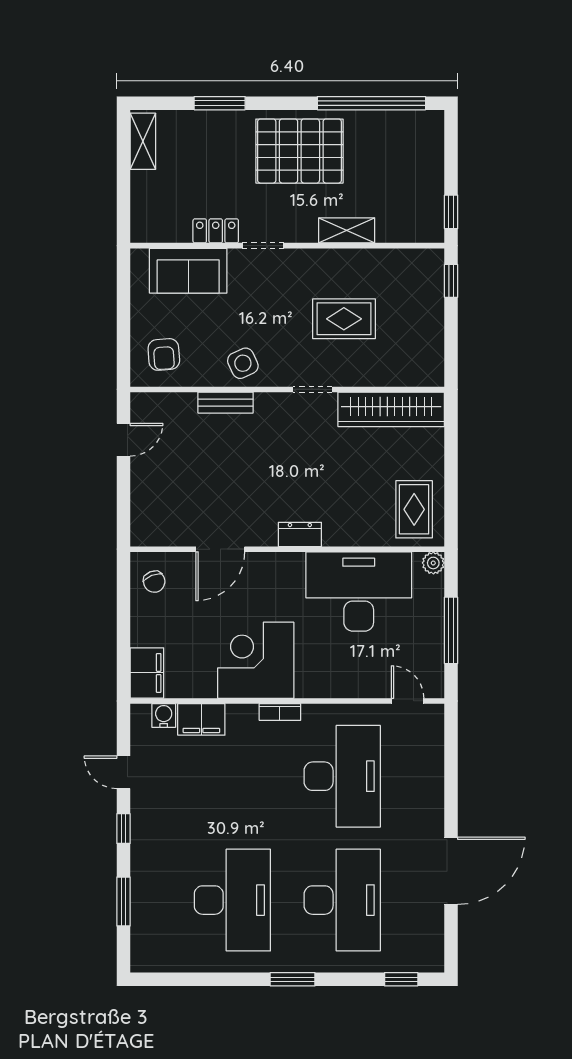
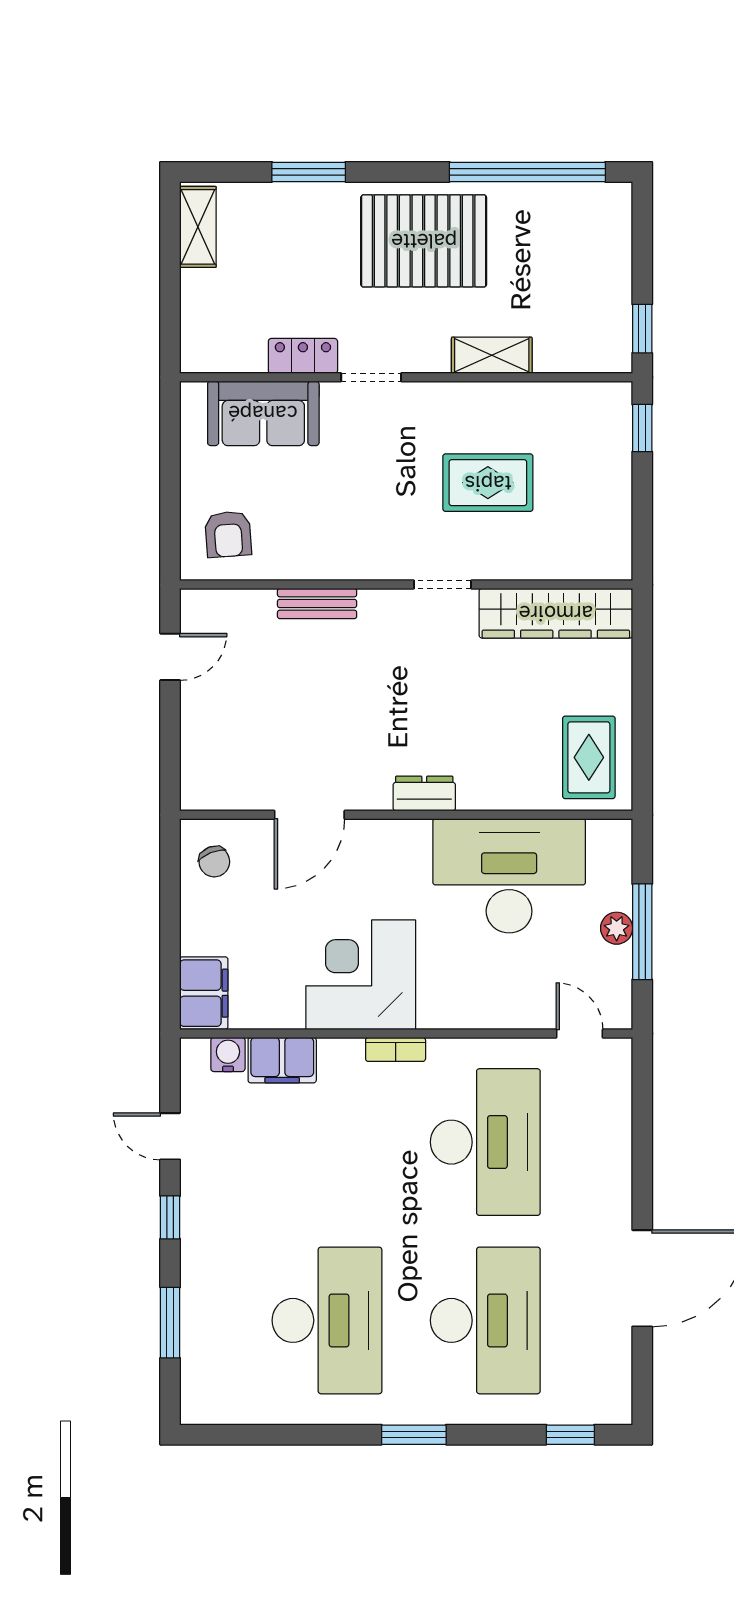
side table: (243, 363) -> (342, 547), removed
plant: (433, 563) -> (617, 928), moved

